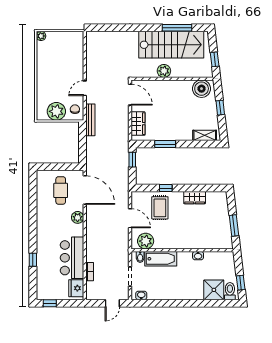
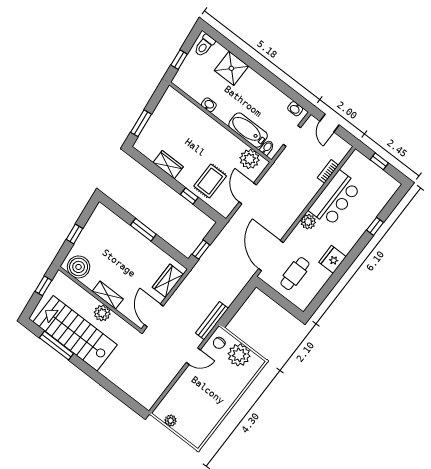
plant: (41, 36) -> (171, 421), moved
shelving: (205, 135) -> (108, 295), moved
window: (165, 144) -> (143, 230), moved
plant: (78, 217) -> (308, 222), moved
window: (234, 226) -> (141, 123), moved
window: (241, 283) -> (179, 60), moved
fridge: (76, 288) -> (332, 259), moved, turned 180
shower: (214, 290) -> (231, 68), moved
window: (50, 303) -> (379, 161), moved
door: (112, 303) -> (330, 123), swing flipped

